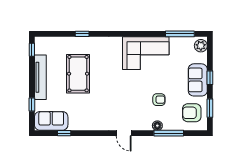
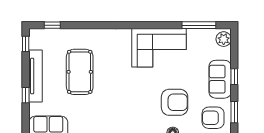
window: (82, 34) -> (52, 25), moved
armchair: (159, 100) -> (175, 102), width x1.88, depth x1.88
window: (32, 105) -> (26, 95), moved

